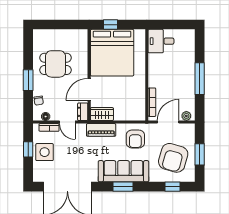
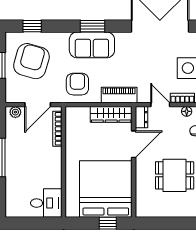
wardrobe: (102, 114) -> (111, 114), width x1.50
sofa: (123, 171) -> (92, 45), width x0.73

